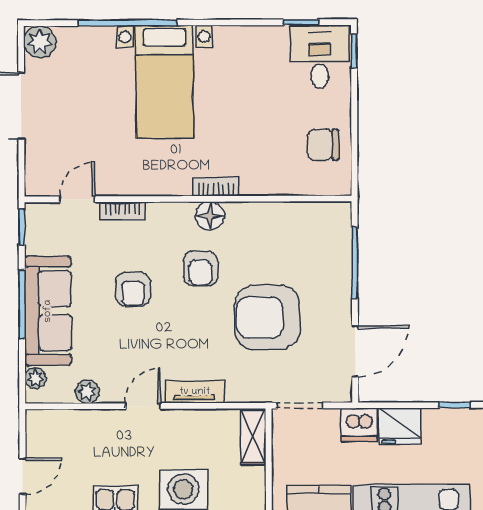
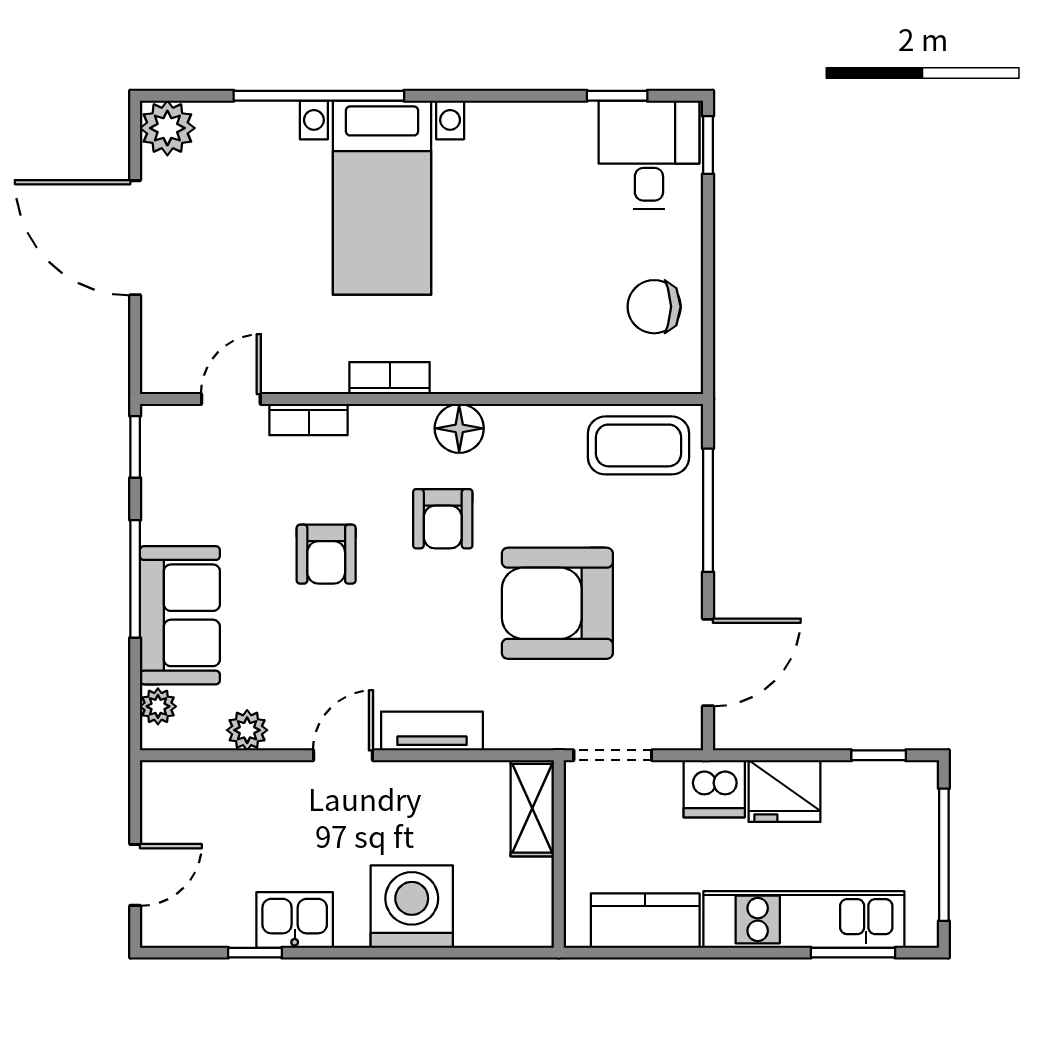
bookcase: (216, 187) -> (390, 378), moved
coffee table: (314, 225) -> (638, 445), added
sofa: (48, 311) -> (180, 615), width x0.73

